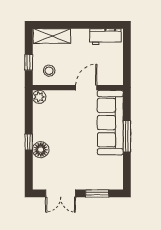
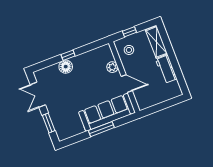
workbench: (106, 37) -> (166, 69), moved
plant: (39, 97) -> (112, 67), moved

